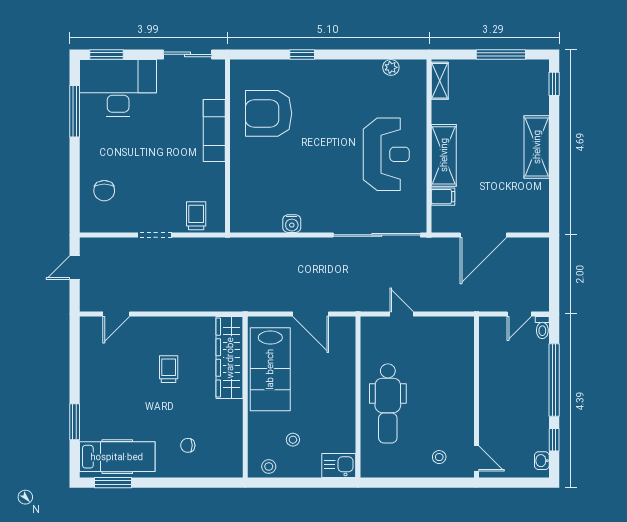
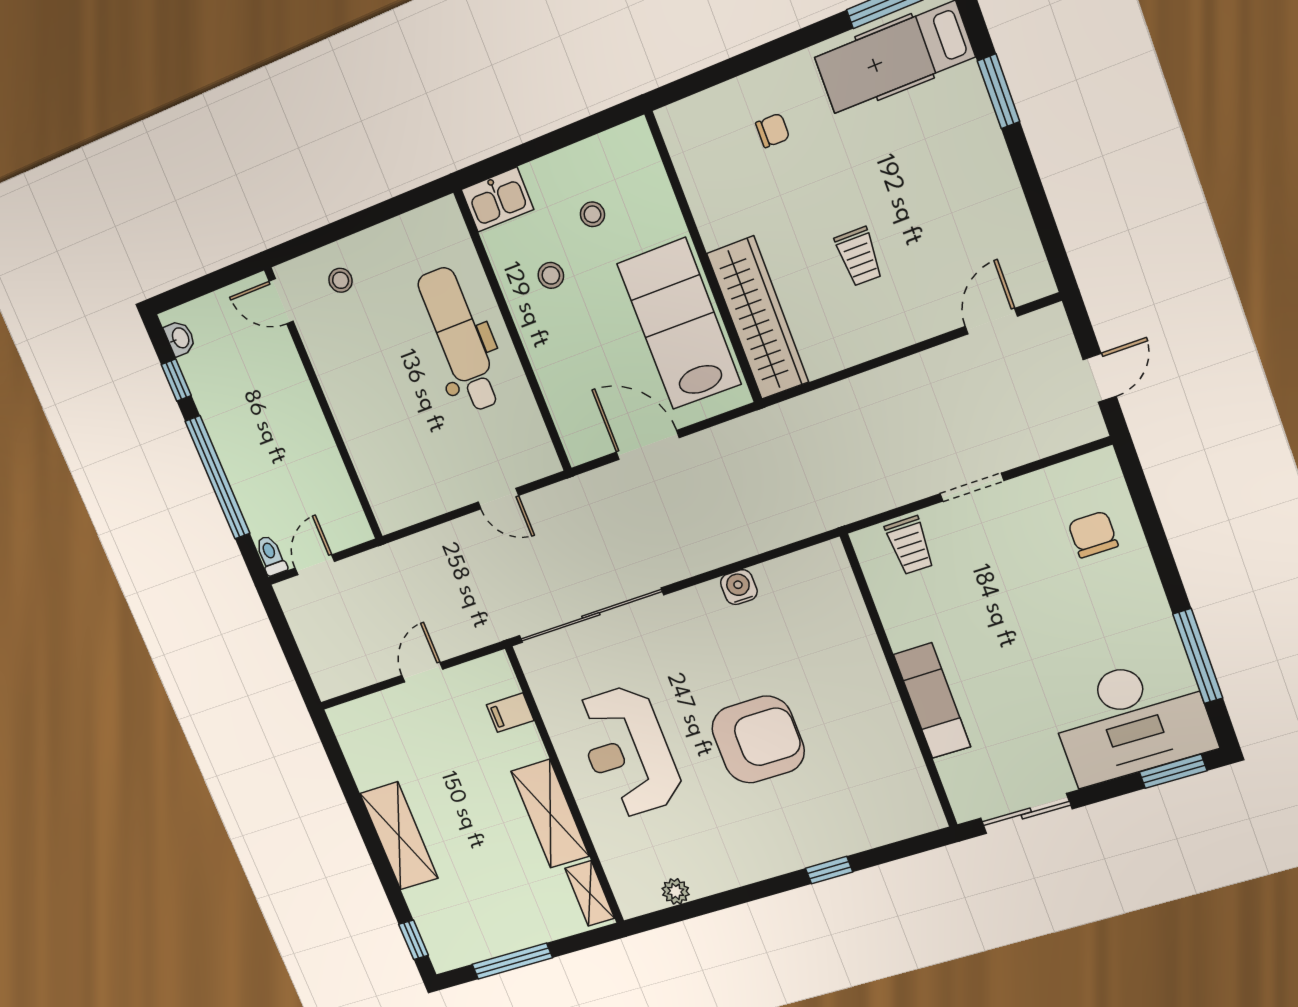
armchair: (269, 113) -> (758, 740), moved
shelving: (444, 155) -> (550, 814), moved
door: (483, 235) -> (422, 672), width x0.53
stool: (269, 466) -> (551, 275), moved

